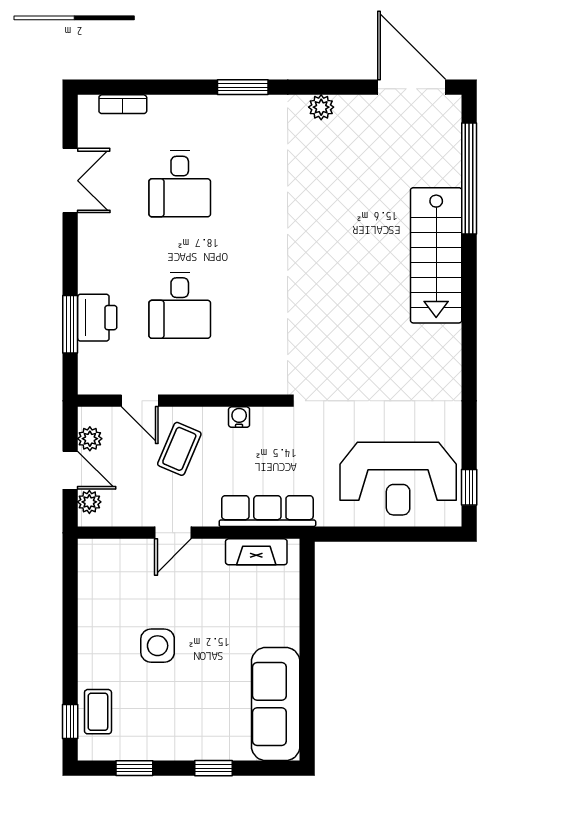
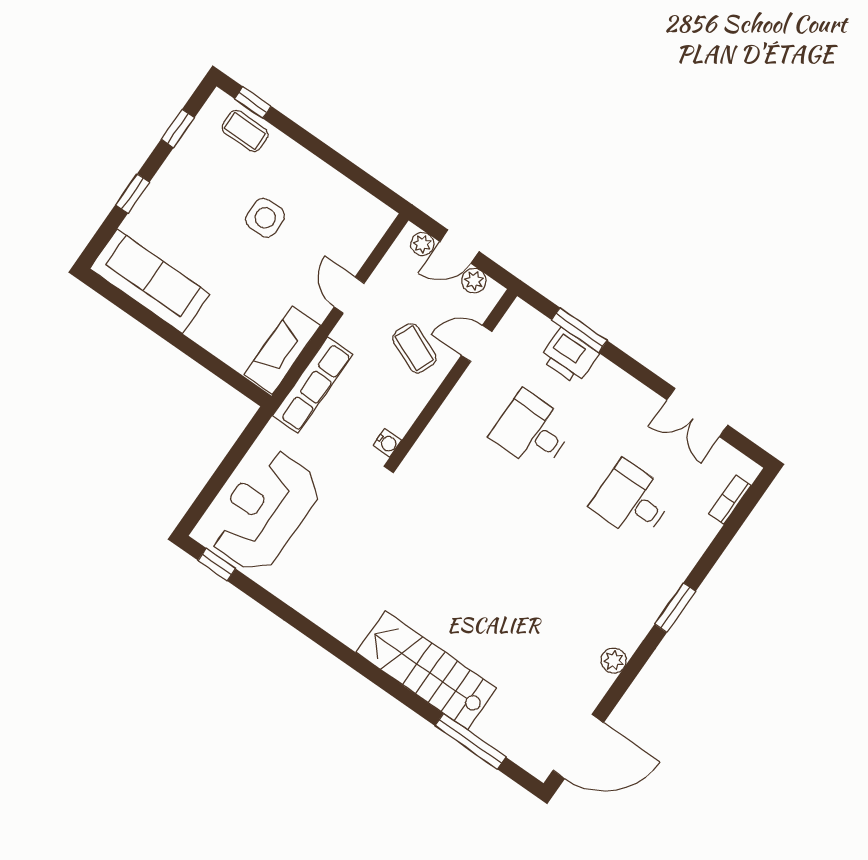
window: (469, 179) -> (470, 741), width x0.68
water cooler: (239, 417) -> (387, 443), moved
fireplace: (256, 552) -> (282, 350), width x1.37, depth x1.32

